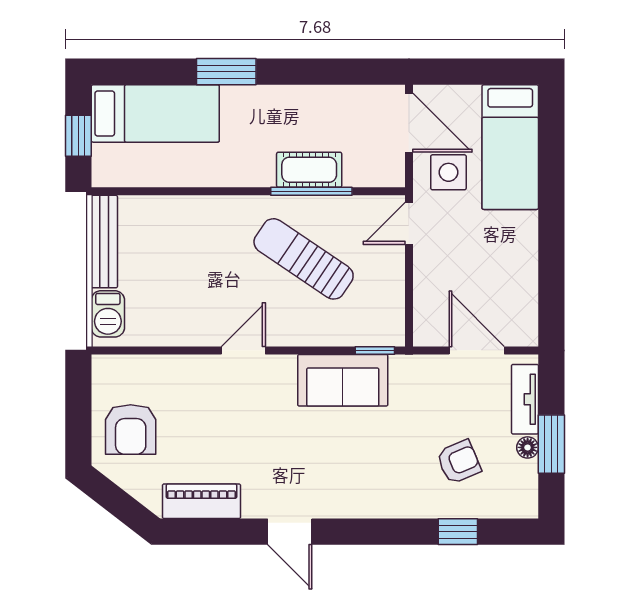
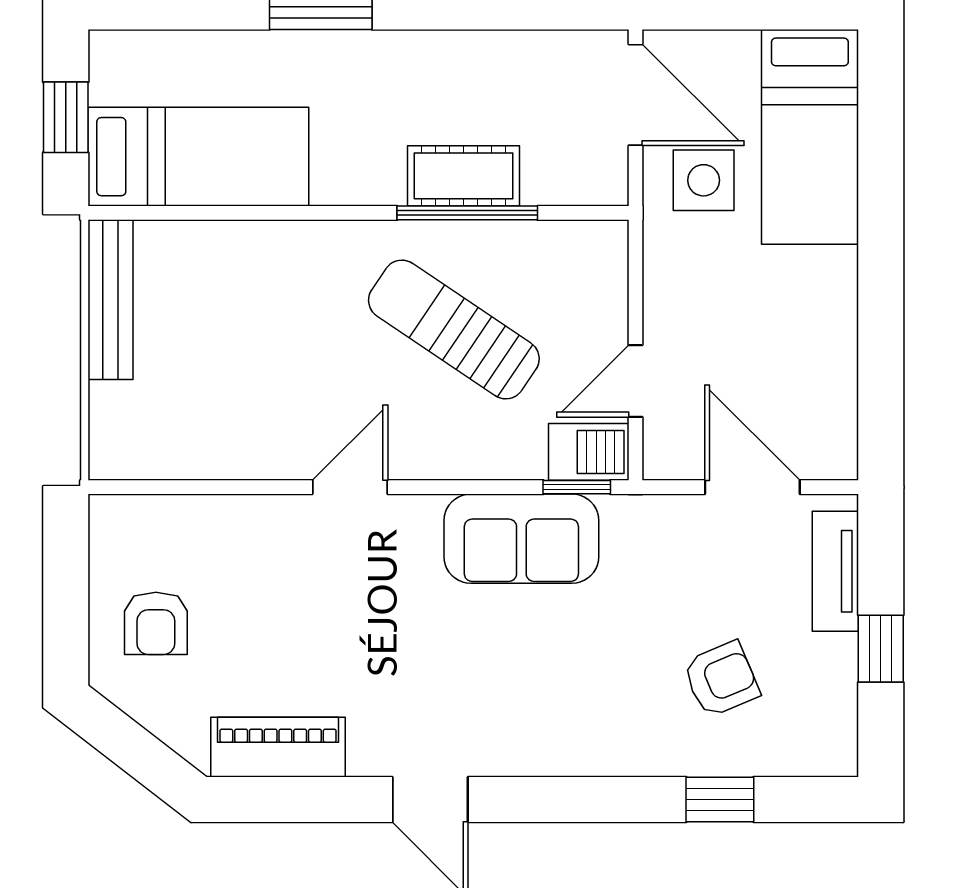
bed: (155, 113) -> (198, 157), moved
door: (409, 223) -> (636, 381), moved
barbecue: (108, 314) -> (589, 452), moved, turned -90
armchair: (131, 429) -> (156, 623), width x0.72, depth x0.72
window: (551, 444) -> (881, 649), width x0.67
floor lamp: (528, 447) -> (840, 654), removed

